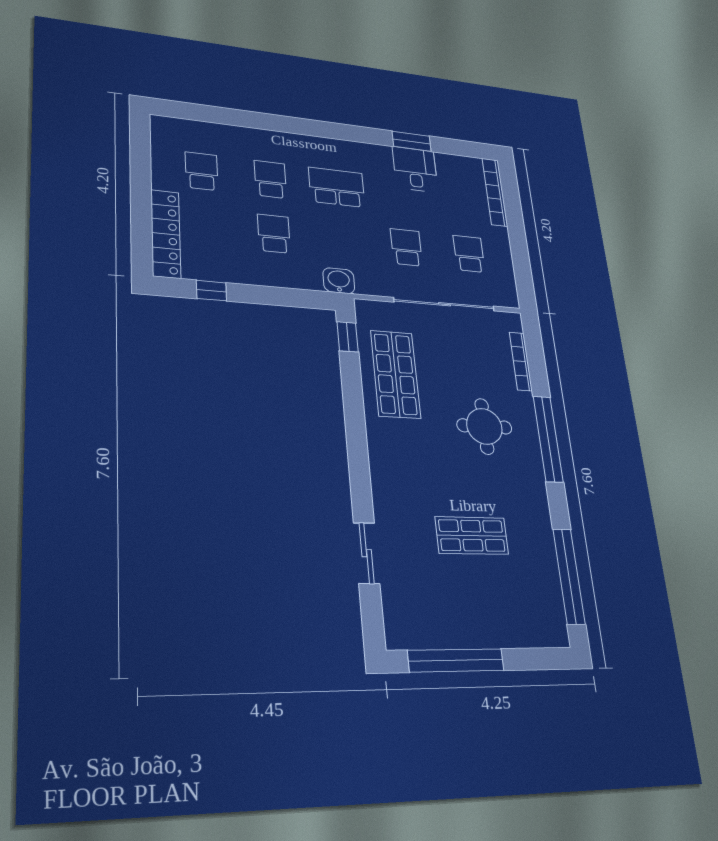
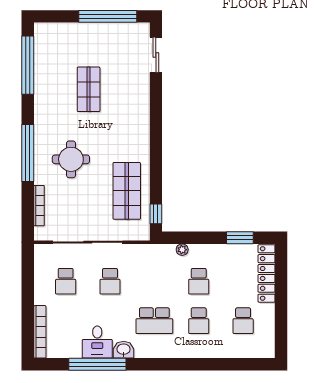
window: (412, 141) -> (97, 364), width x2.11
plant: (303, 281) -> (182, 250), added
washbasin: (339, 281) -> (124, 350), moved, turned 180
window: (211, 291) -> (240, 238), width x1.50
shop shelf: (472, 536) -> (89, 89), turned 90
sliding door: (367, 553) -> (156, 55), moved

